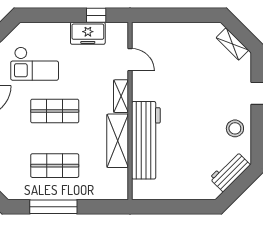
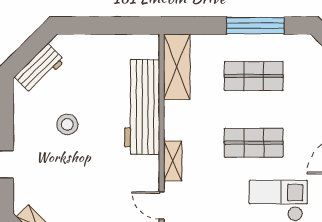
stool: (235, 128) -> (67, 124), moved
shelving: (118, 141) -> (177, 67), moved

